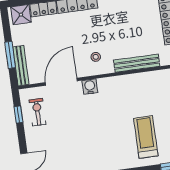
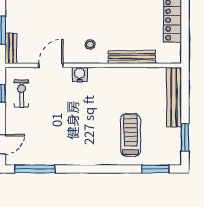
bench: (21, 66) -> (11, 48), width x0.73
door: (61, 82) -> (51, 65), width x0.73

